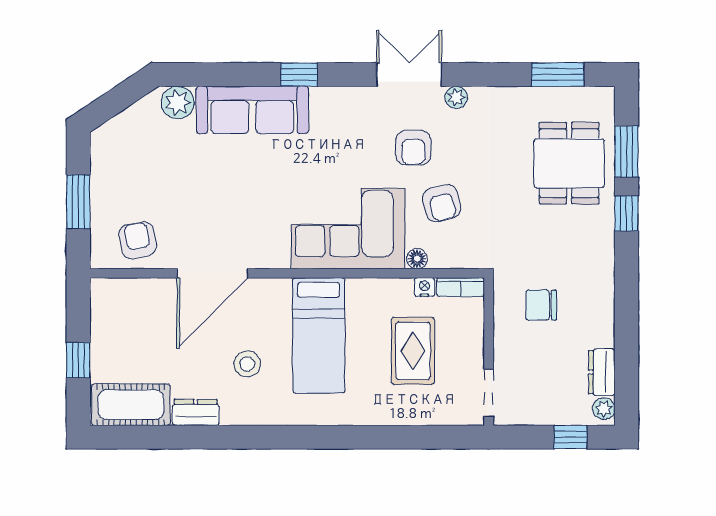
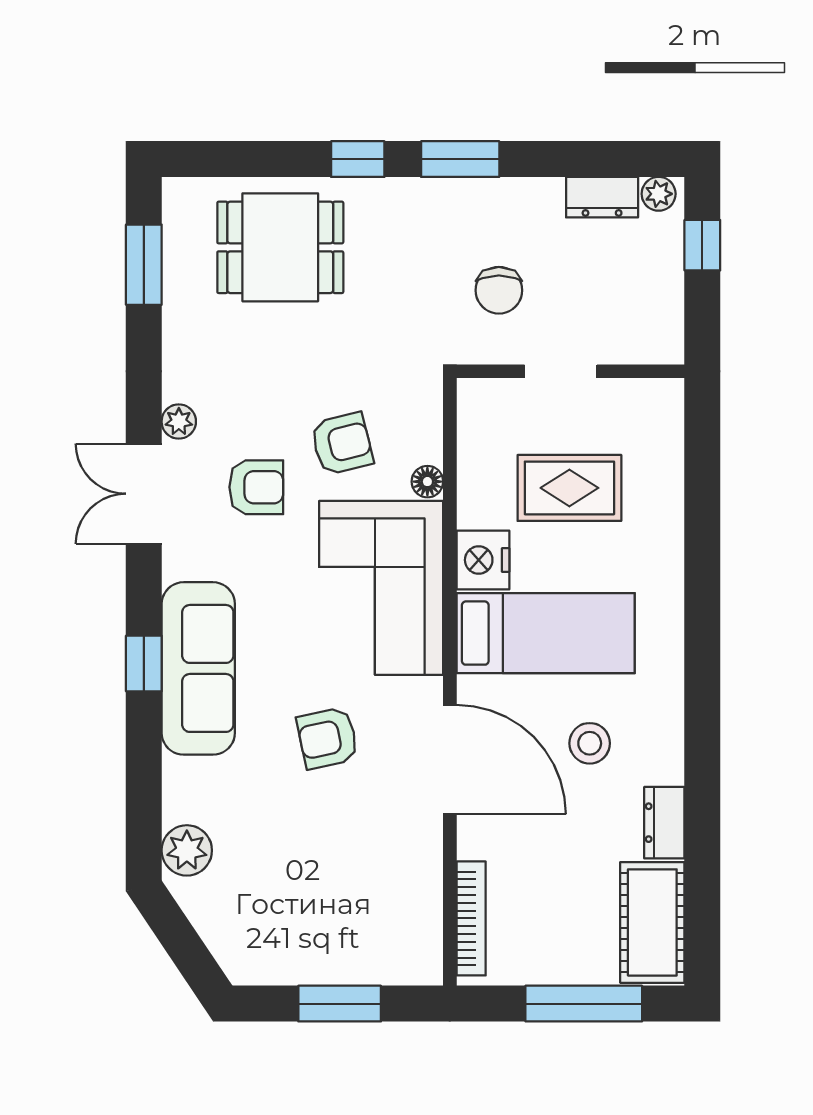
sofa: (252, 110) -> (198, 668), moved
window: (626, 152) -> (460, 159), moved
armchair: (138, 240) -> (328, 738), moved
door: (212, 273) -> (450, 760), moved
nightstand: (424, 287) -> (483, 560), moved, width x1.89, depth x1.79
bookcase: (461, 287) -> (471, 918), moved, width x1.56
window: (78, 360) -> (584, 1004), width x2.17
doorway: (489, 393) -> (561, 371), moved

